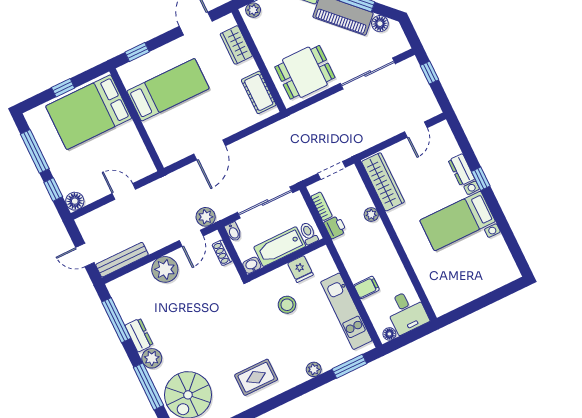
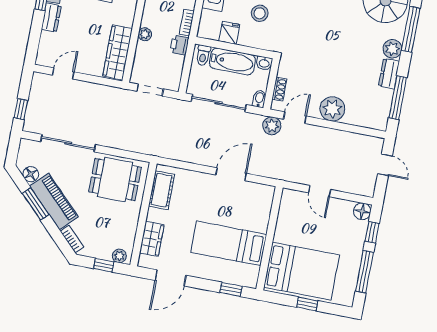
bookcase: (322, 206) -> (187, 23), moved
bench: (122, 260) -> (359, 140), removed

